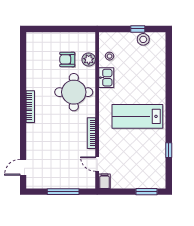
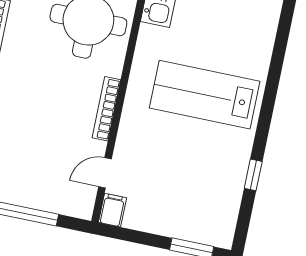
door: (97, 164) -> (105, 173), hinge flipped

